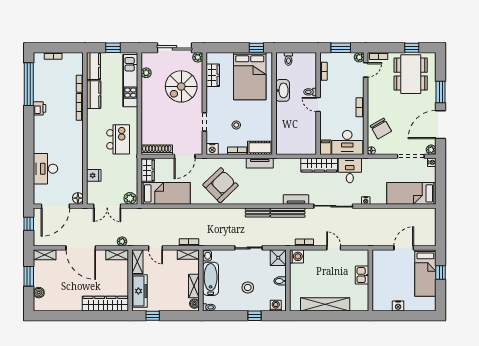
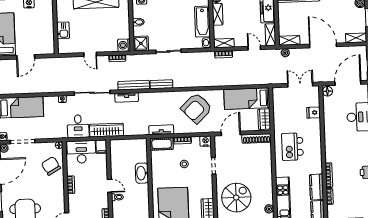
washbasin: (283, 90) -> (142, 173), moved
plant: (130, 198) -> (279, 93), removed
stool: (248, 288) -> (168, 15), removed

